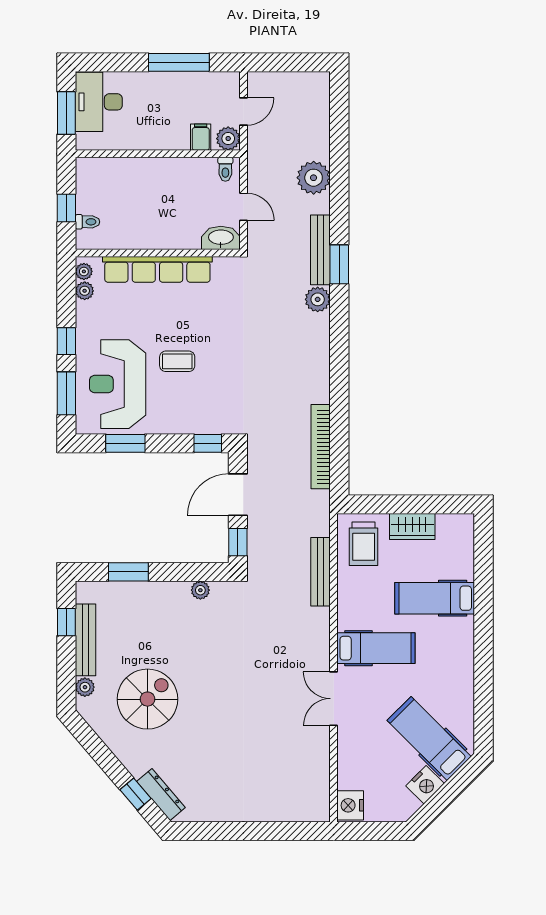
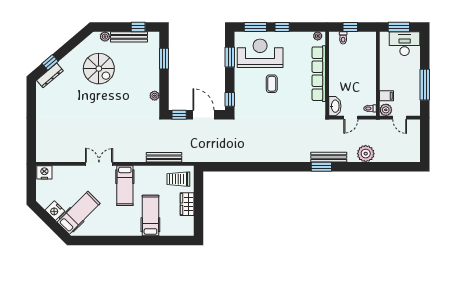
plant: (85, 291) -> (308, 36), removed
plant: (318, 299) -> (303, 156), removed
bookcase: (321, 447) -> (228, 157), removed

